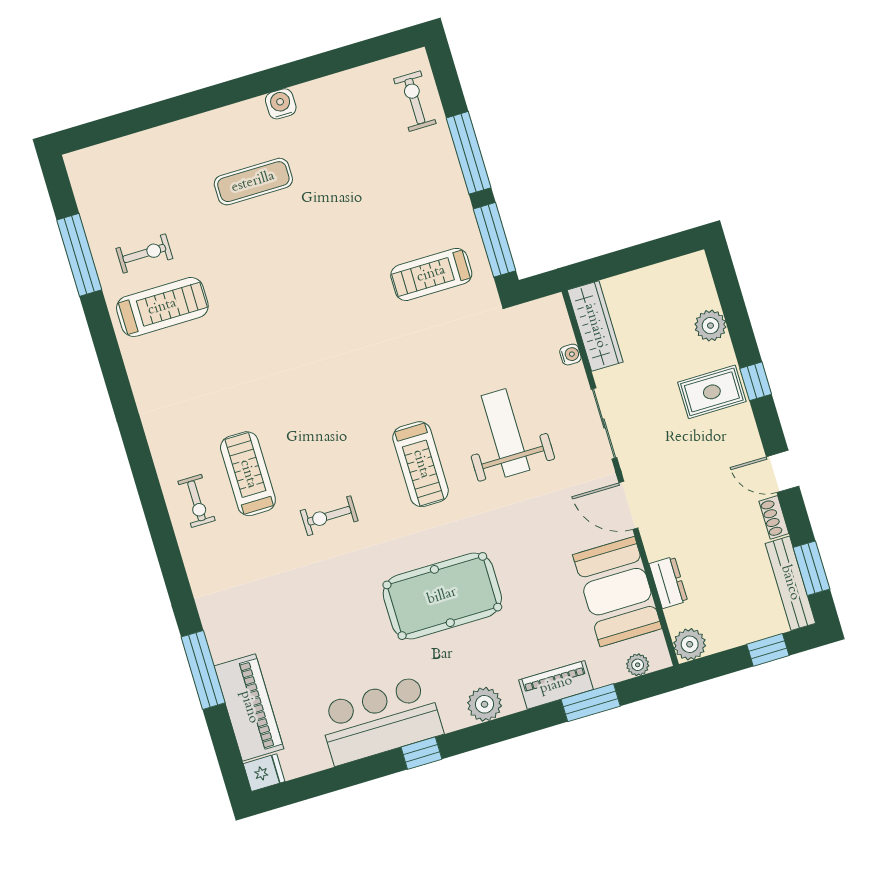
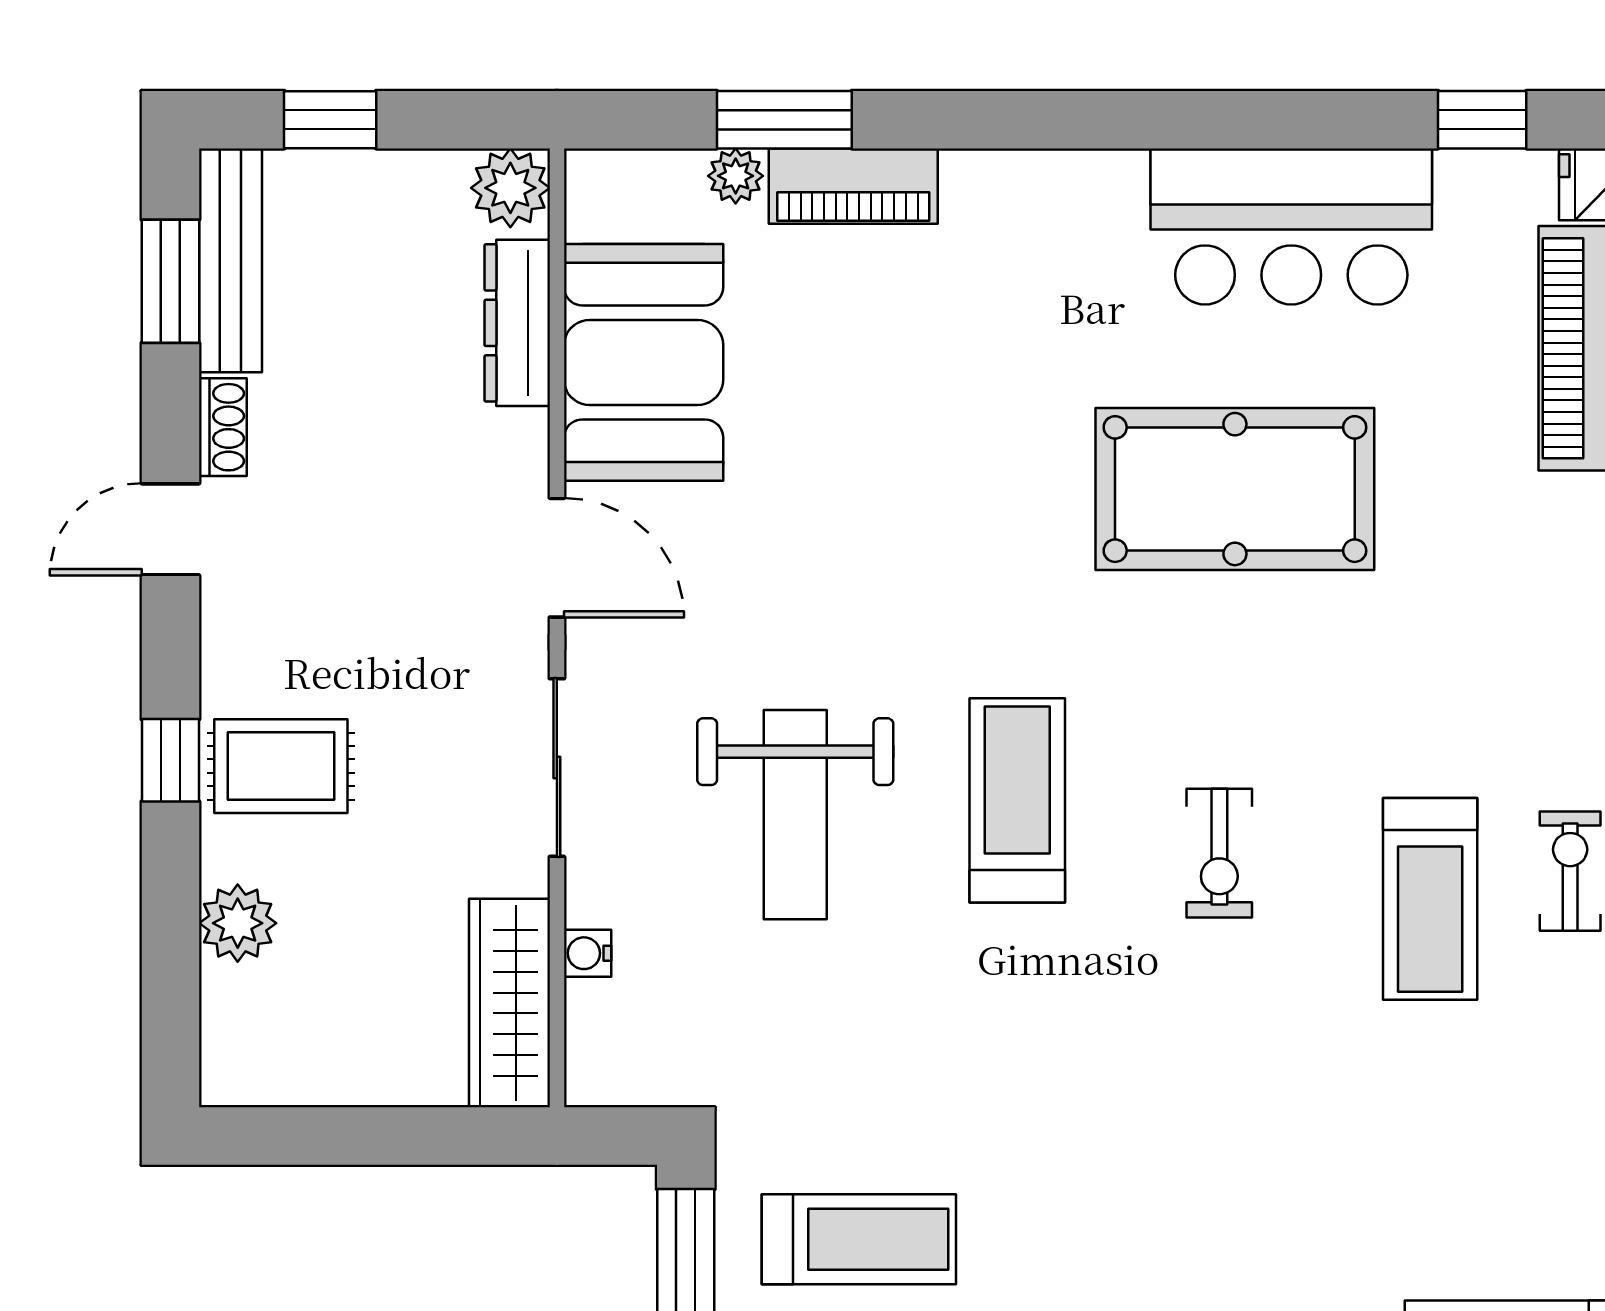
door: (783, 471) -> (170, 529), swing flipped
exercise bike: (329, 516) -> (1219, 853), moved, turned 90
dresser: (668, 582) -> (517, 323), width x1.44
pool table: (442, 596) -> (1235, 489), moved
plant: (638, 665) -> (736, 176), moved
plant: (484, 704) -> (1035, 190), removed
window: (421, 753) -> (1482, 120), moved

